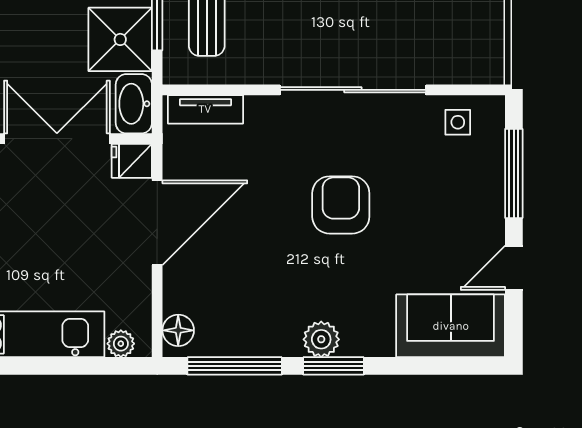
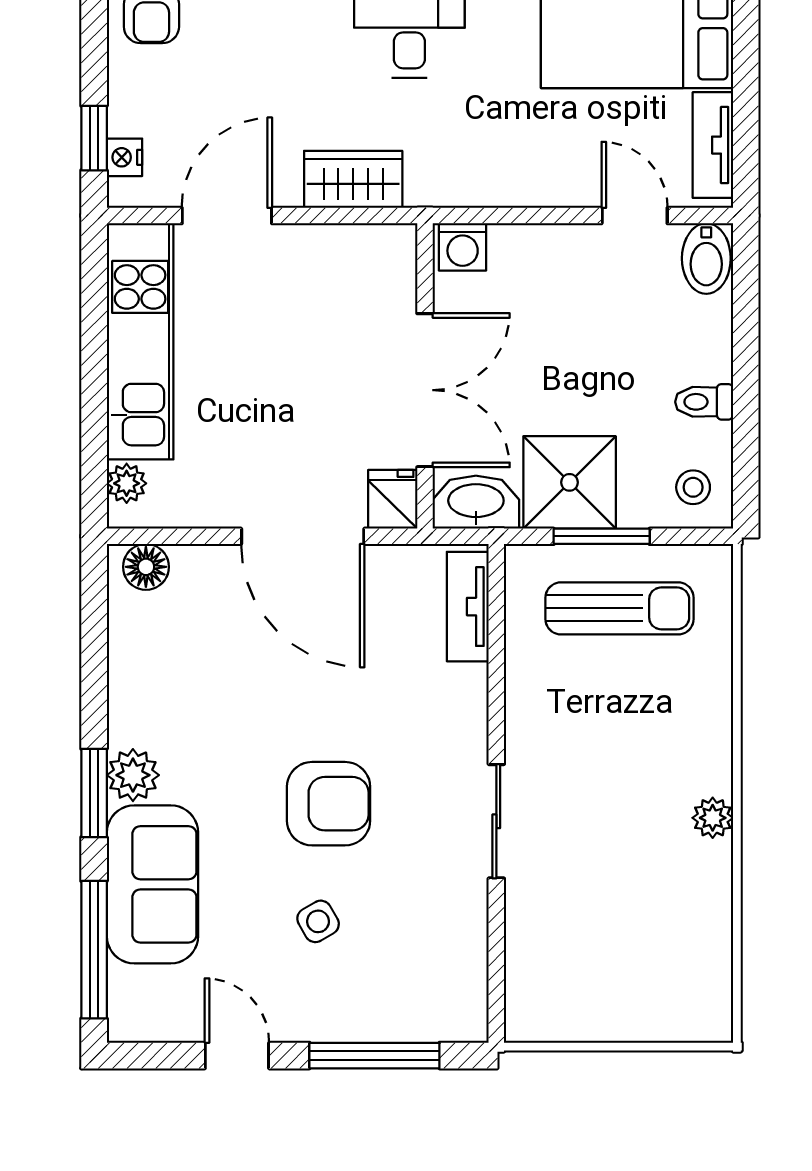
sliding door: (353, 90) -> (496, 821), width x0.54
side table: (458, 122) -> (318, 921), moved, turned -30
sofa: (451, 326) -> (153, 884), moved
window: (235, 366) -> (94, 950), moved

